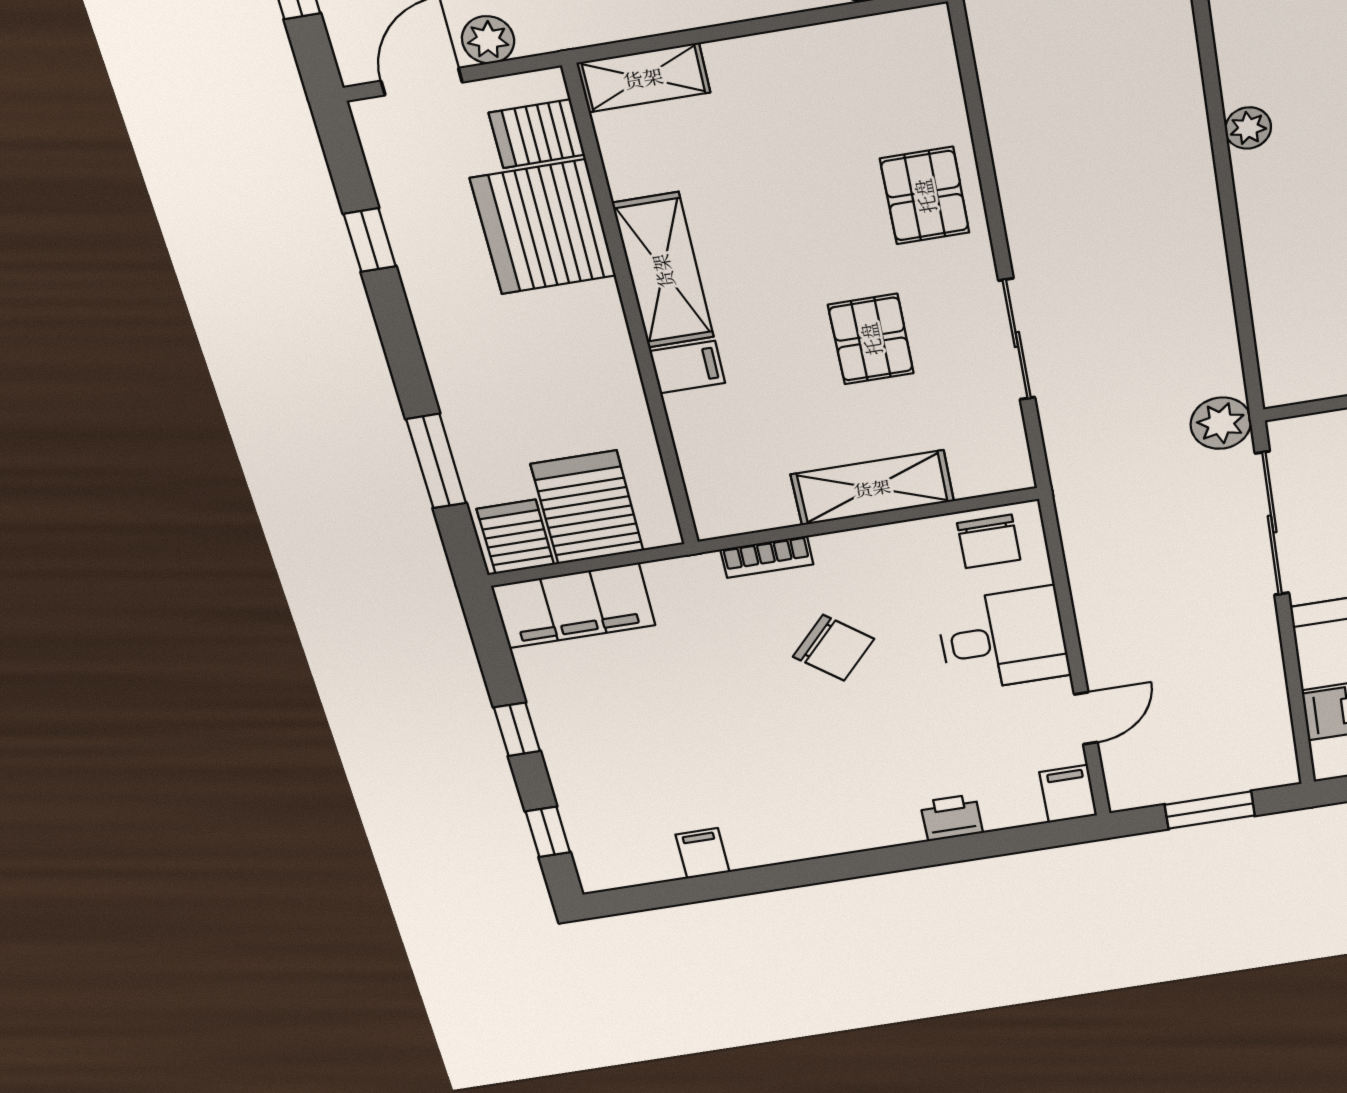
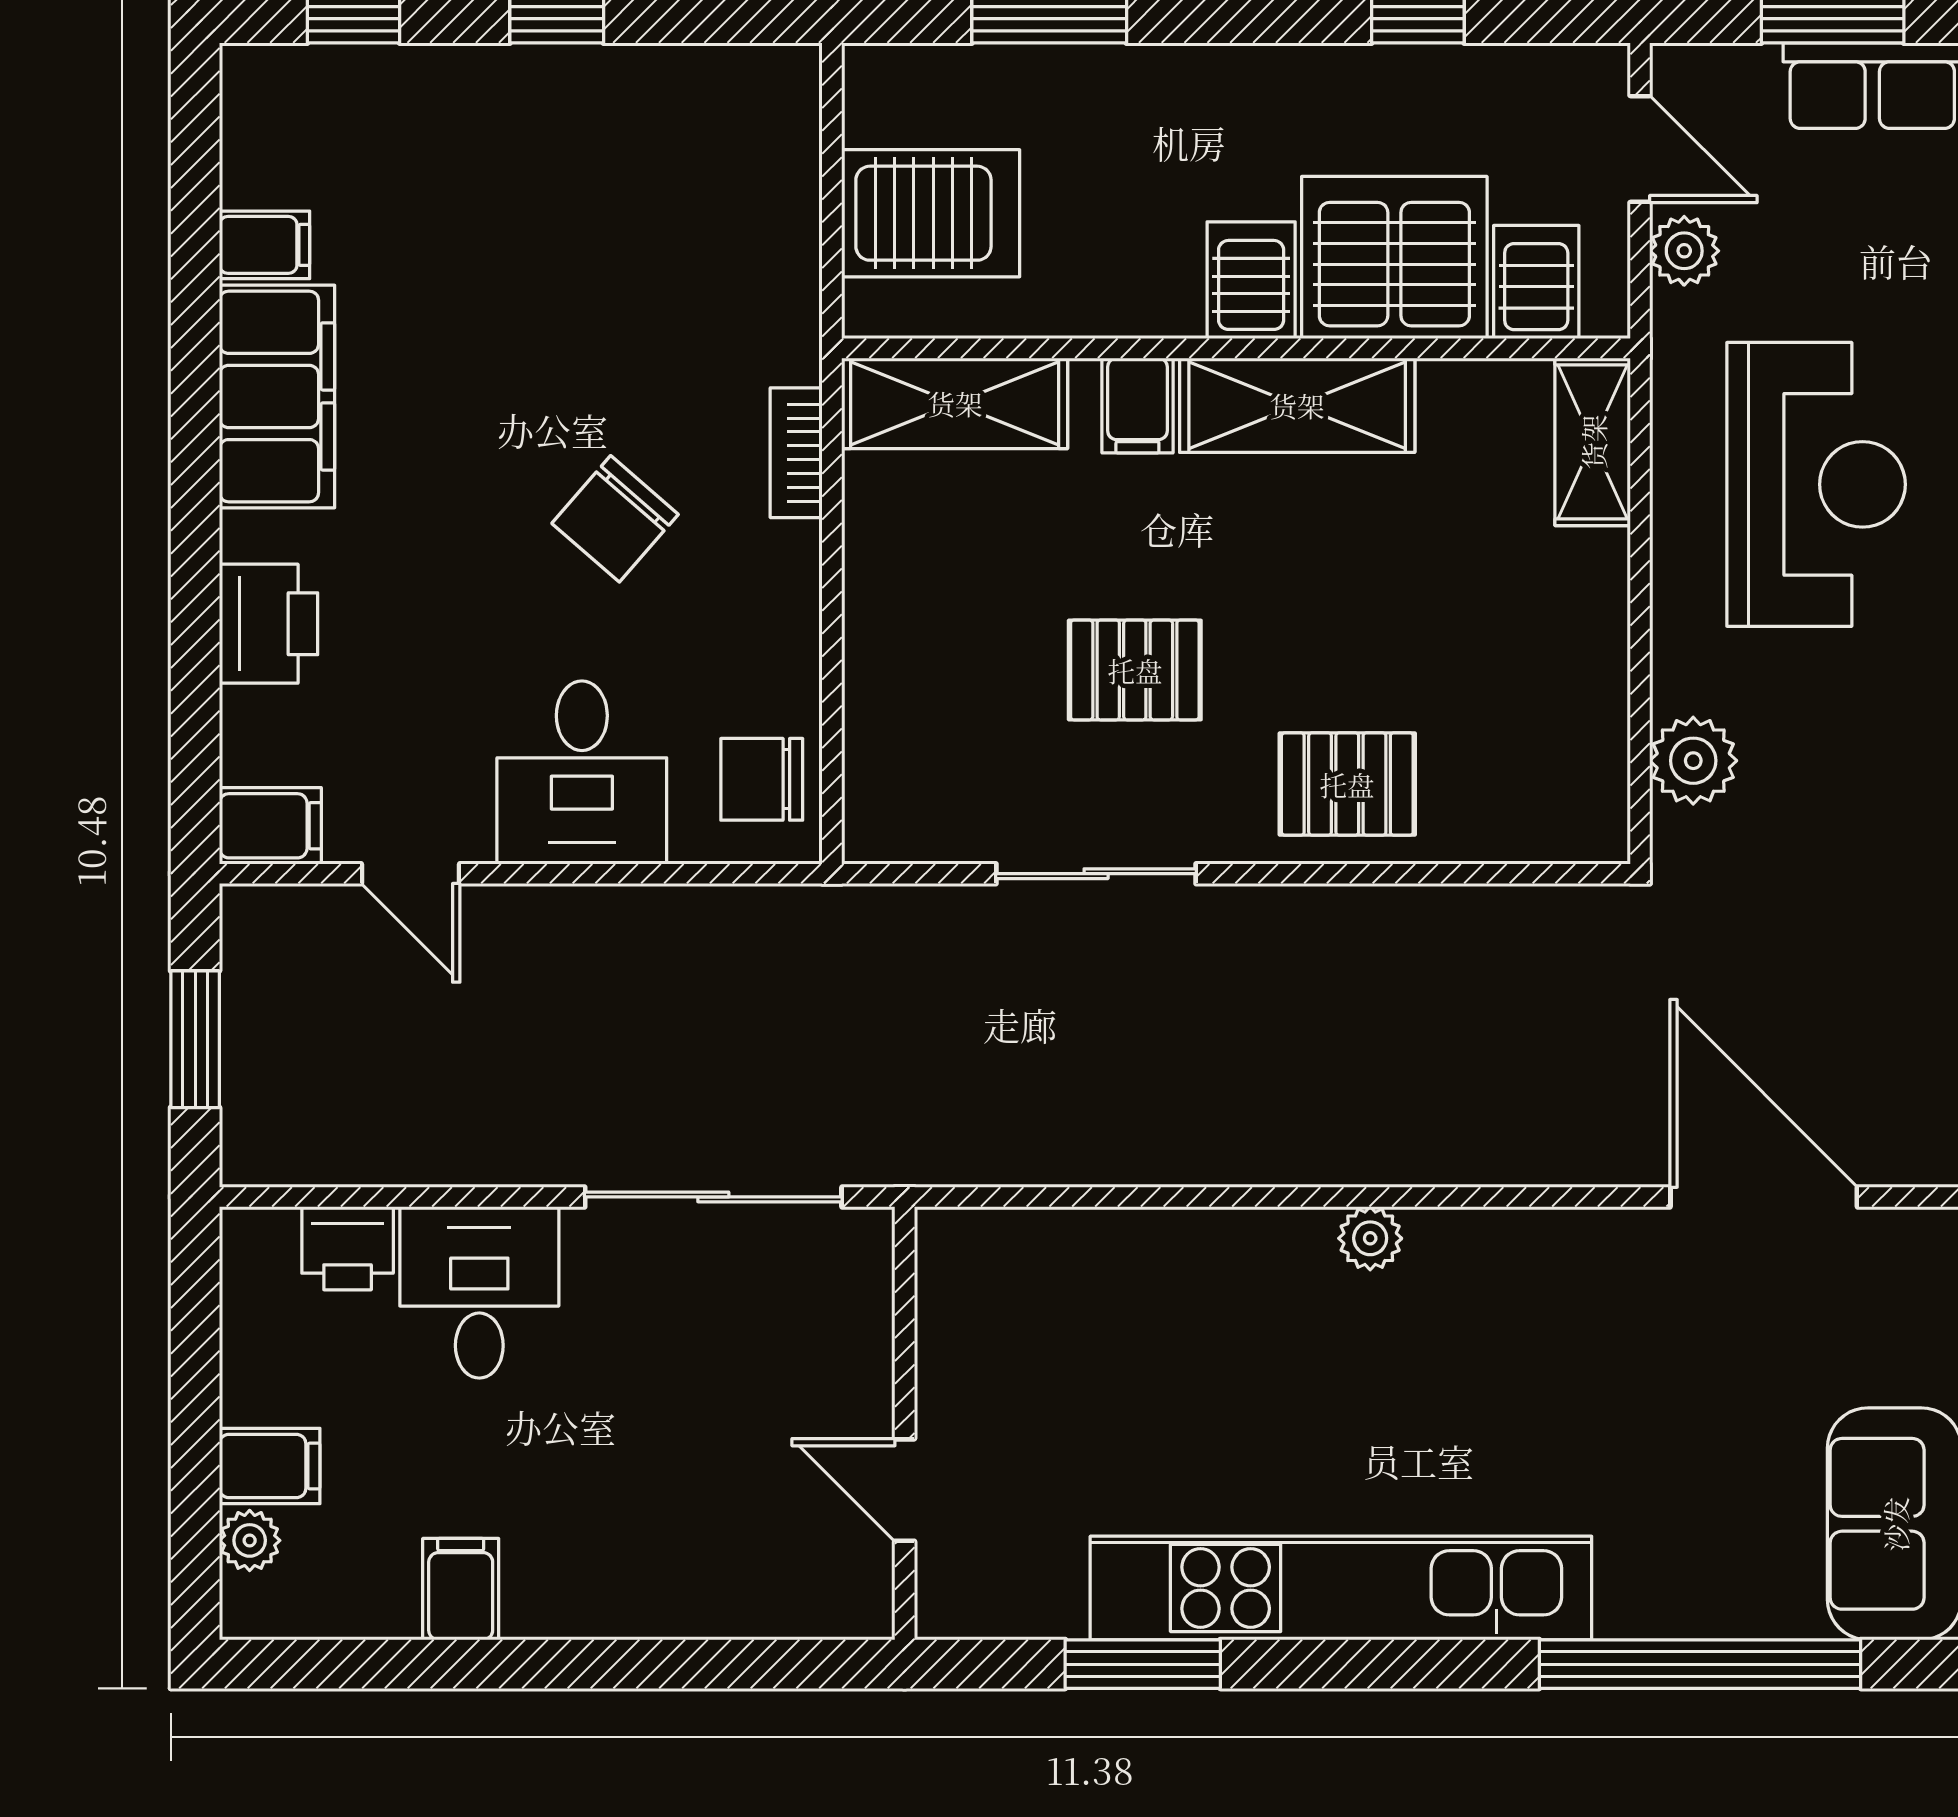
plant: (1221, 423) -> (902, 1143), removed
shelving: (872, 488) -> (955, 403), moved, turned 90
server rack: (515, 537) -> (1251, 280), moved, turned -90
filing cabinet: (573, 606) -> (277, 396), moved, turned 180
printer: (952, 818) -> (269, 624), width x1.36, depth x1.24

